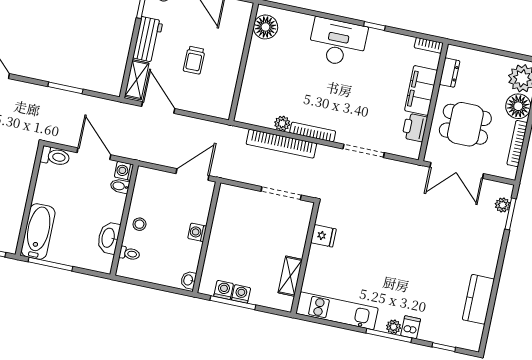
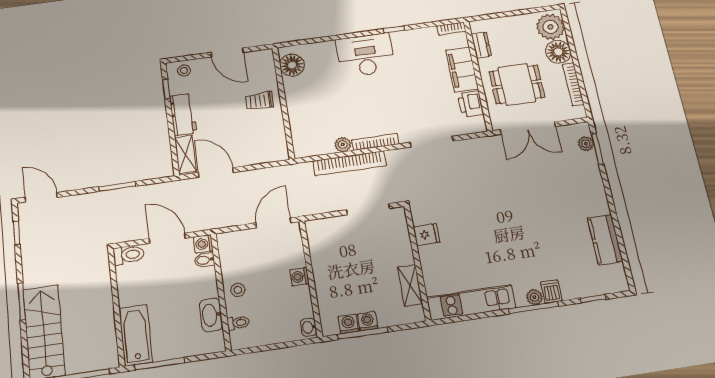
trolley: (194, 60) -> (259, 101), moved, turned 90

